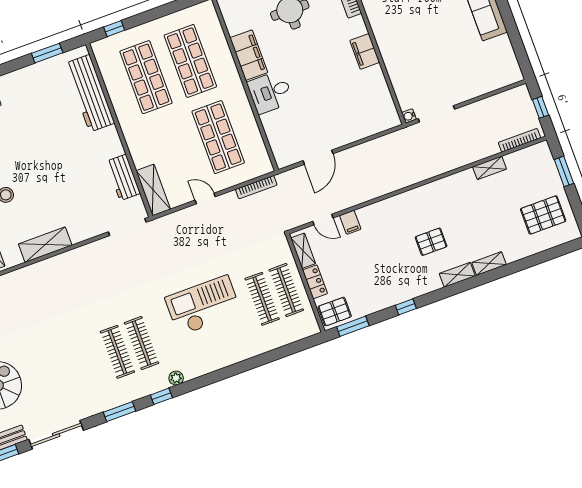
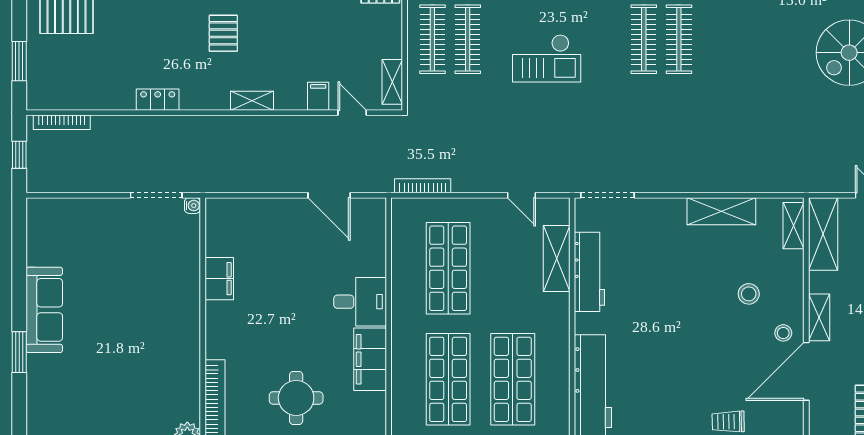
filing cabinet: (365, 51) -> (219, 279), moved
door: (318, 157) -> (329, 195), swing flipped
shelving: (490, 168) -> (252, 101), moved
workbench: (123, 177) -> (589, 272), width x1.38
shelving: (153, 190) -> (557, 258), moved
door: (205, 198) -> (522, 195), moved
pallet: (431, 242) -> (223, 33), turned 90
locker: (315, 282) -> (158, 100), moved, turned 90
checkout: (203, 306) -> (547, 58), width x0.73, depth x0.83

